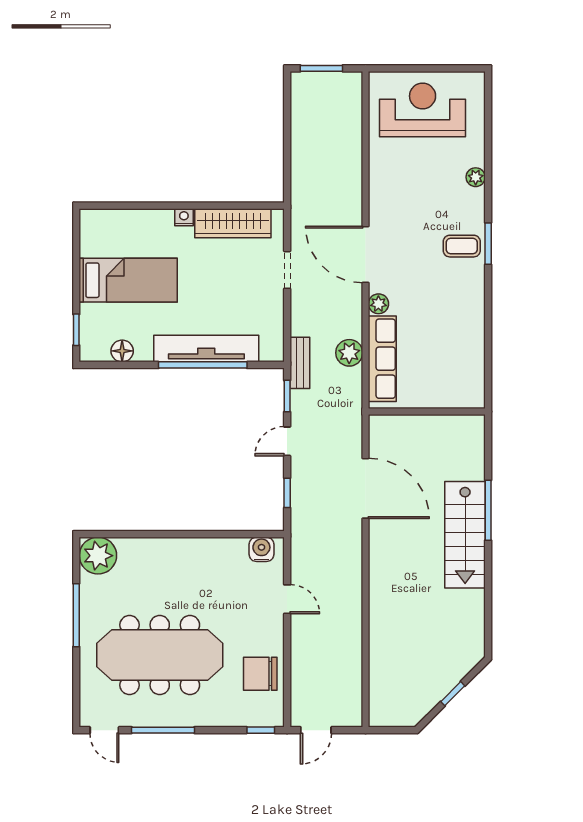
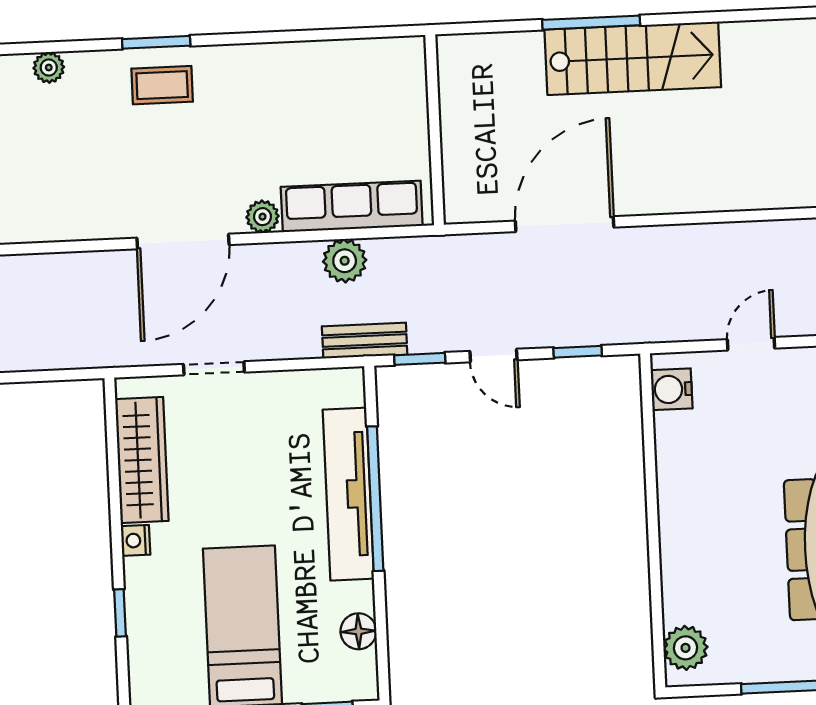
window: (140, 206) -> (120, 613), added
coffee table: (462, 246) -> (162, 85), turned 90
plant: (98, 556) -> (686, 648), width x0.73, depth x0.73

